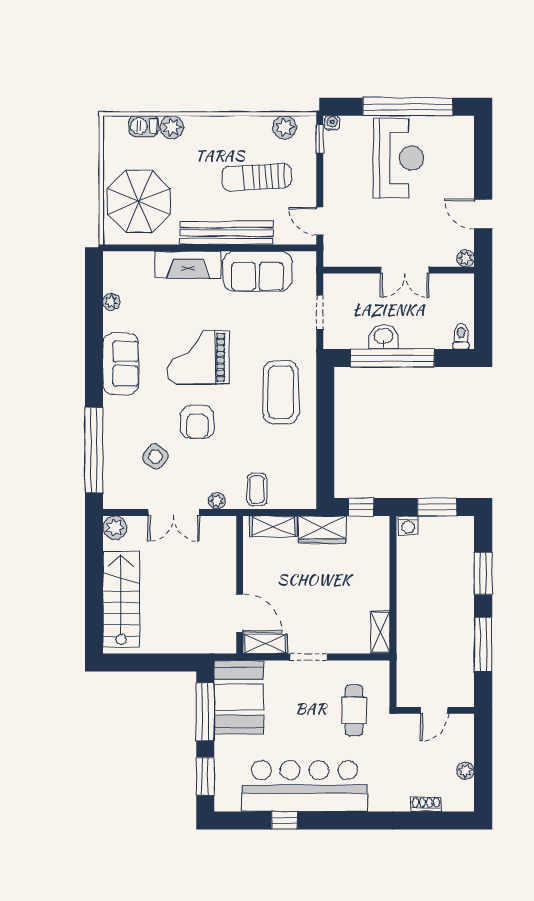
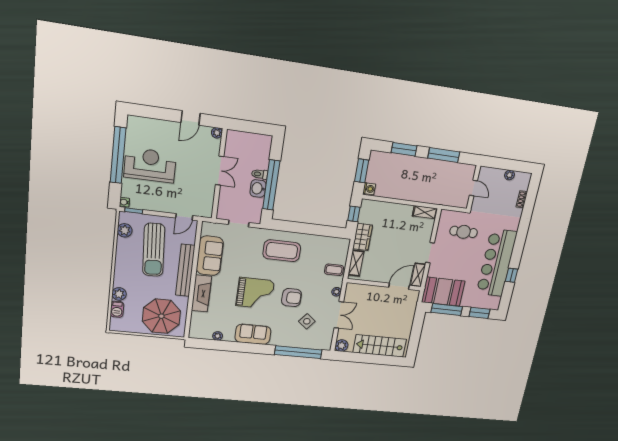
sun lounger: (257, 177) -> (154, 250), width x1.36, depth x1.34
toilet: (461, 336) -> (260, 174), moved
grand piano: (198, 357) -> (255, 293), turned -90

